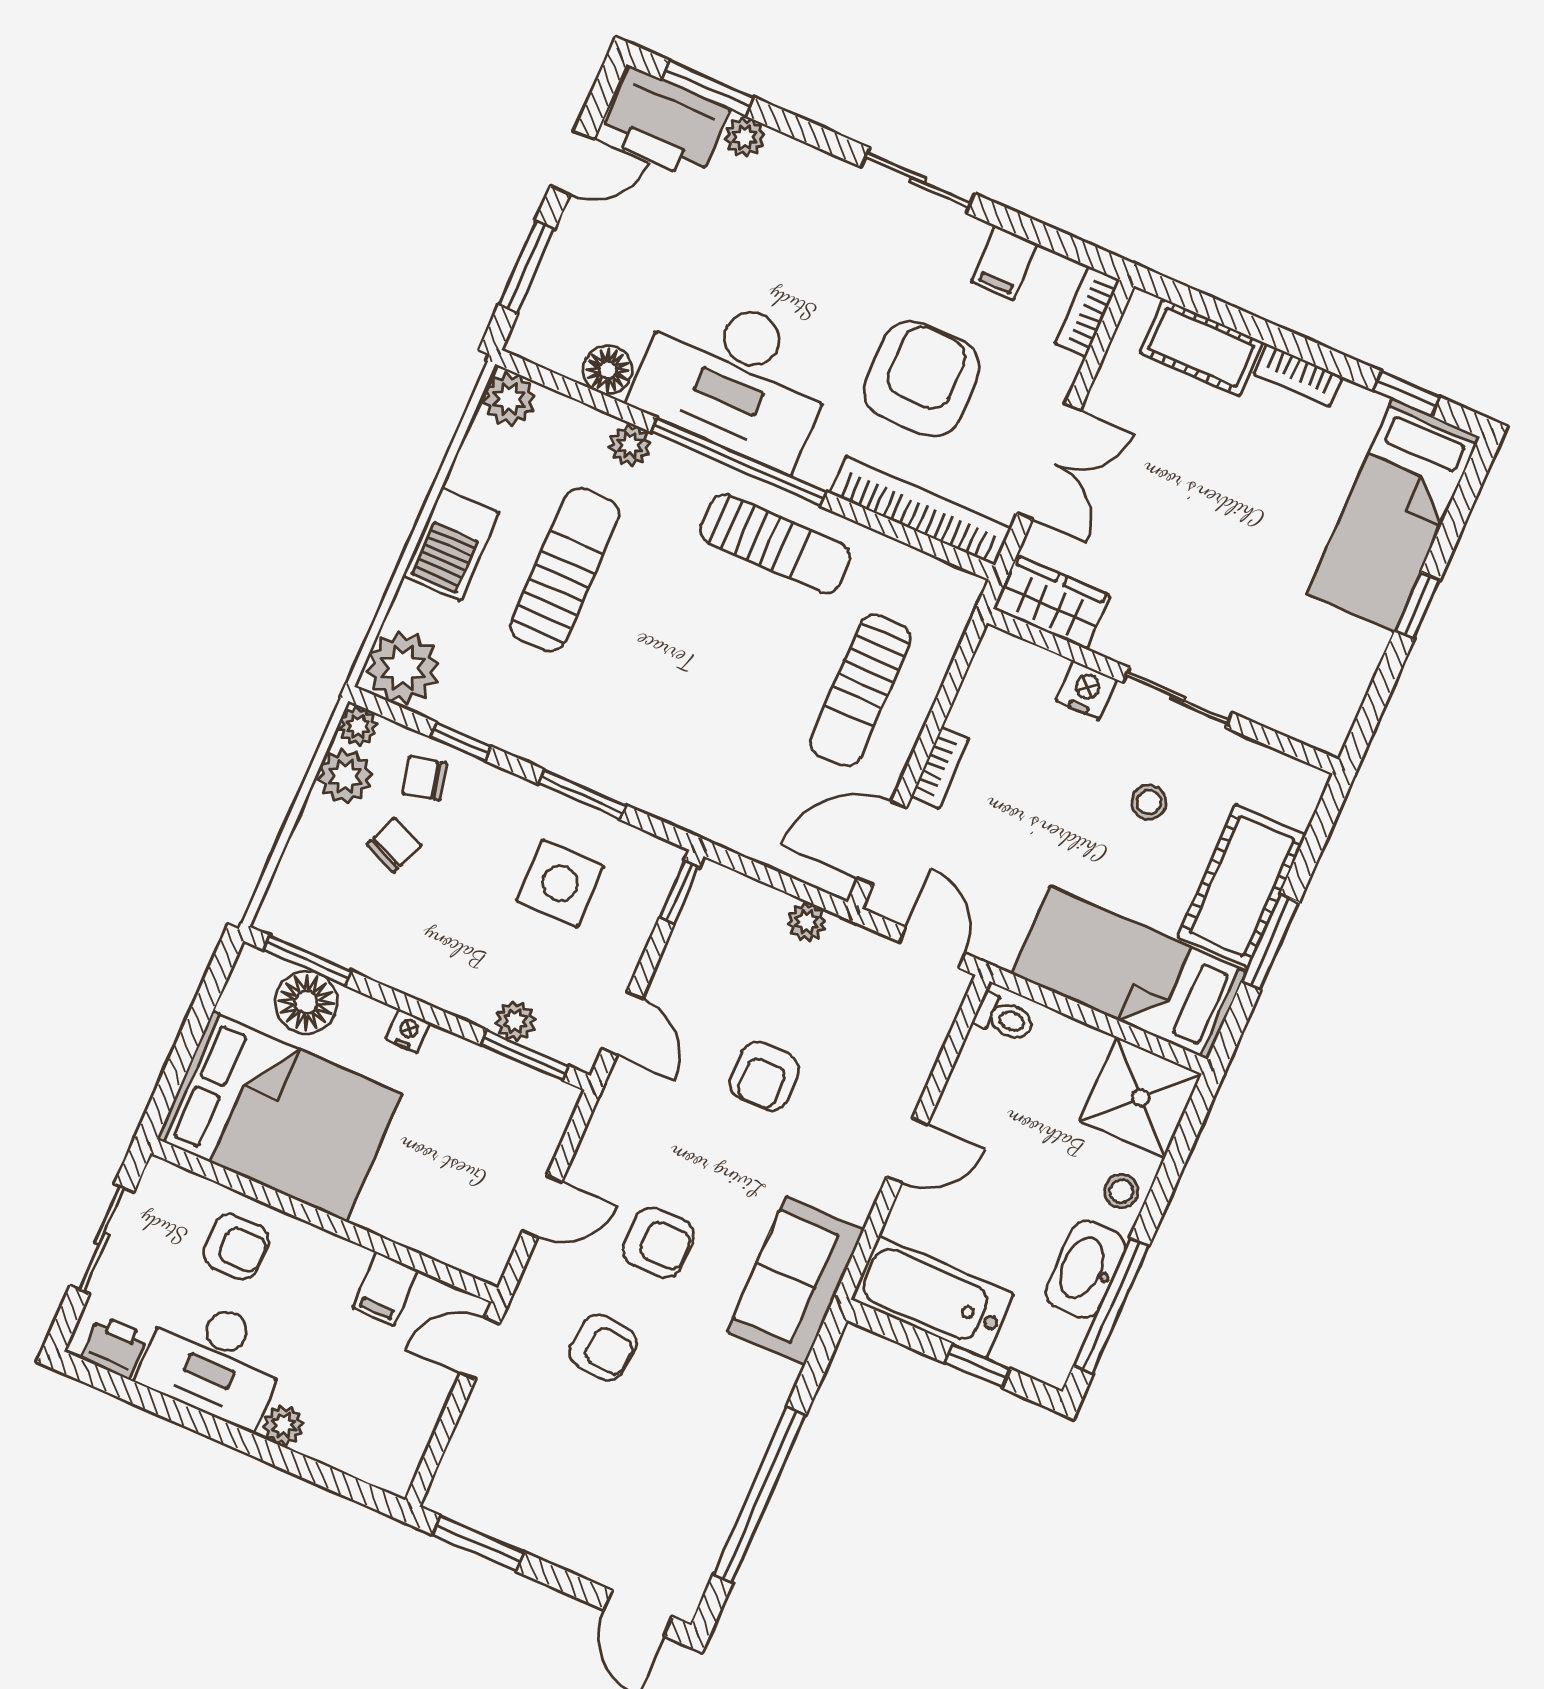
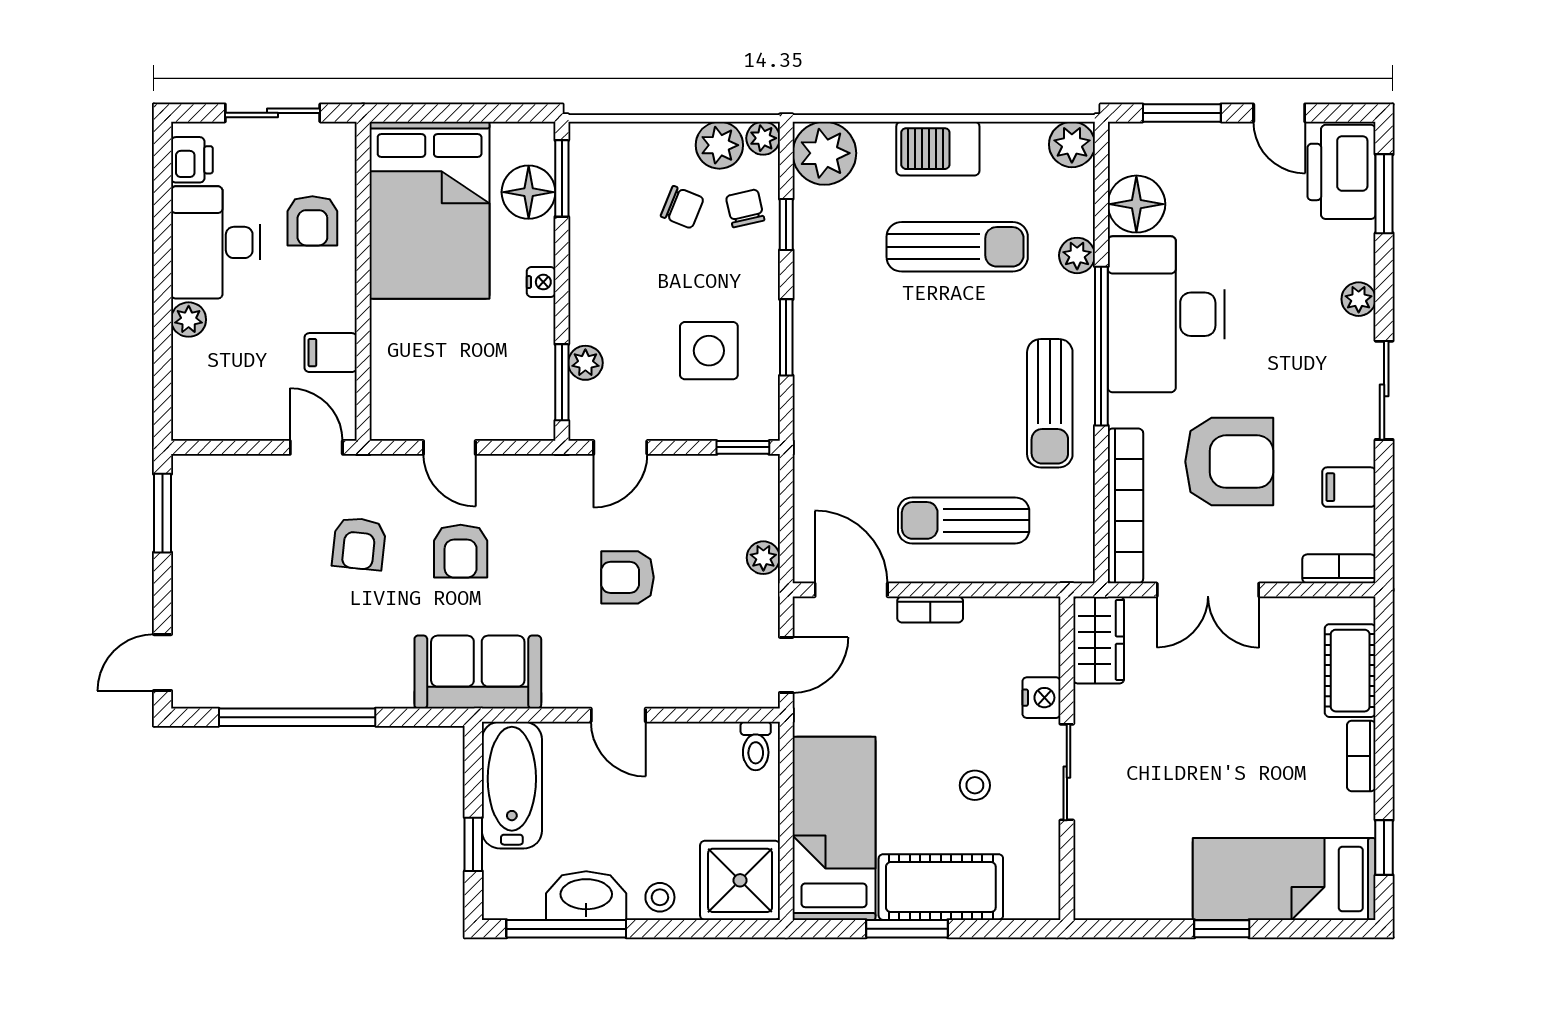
plant: (745, 137) -> (1359, 299), moved
floor lamp: (608, 370) -> (1136, 204), width x1.38, depth x1.38

